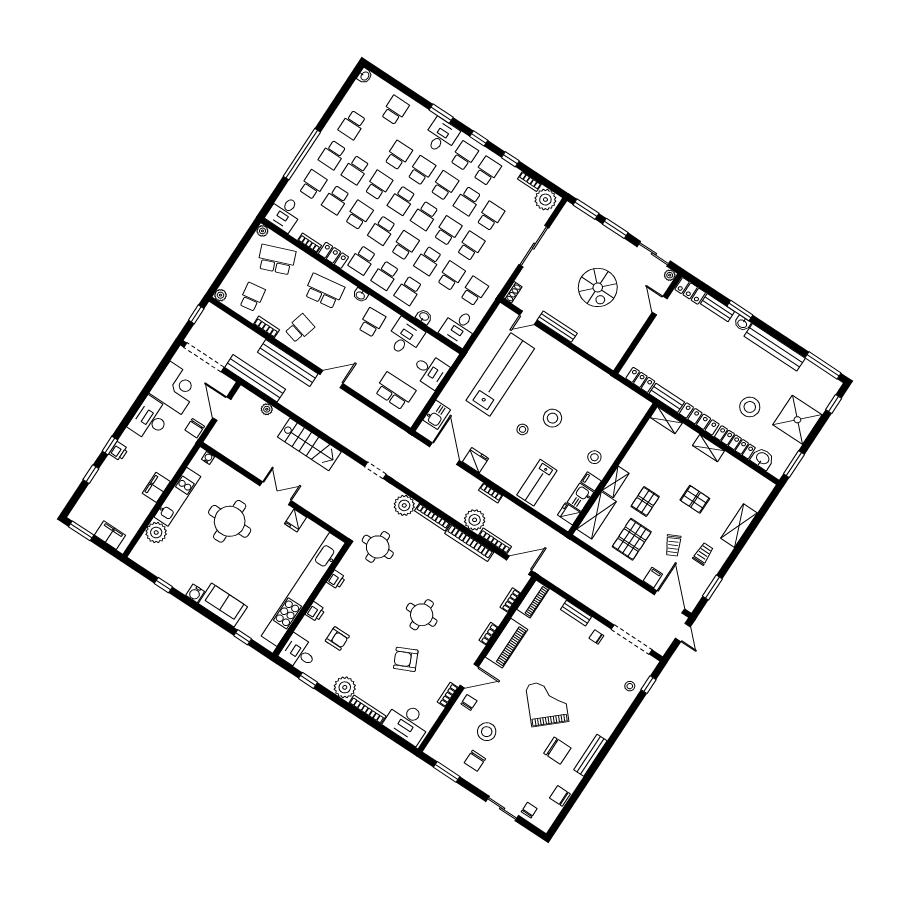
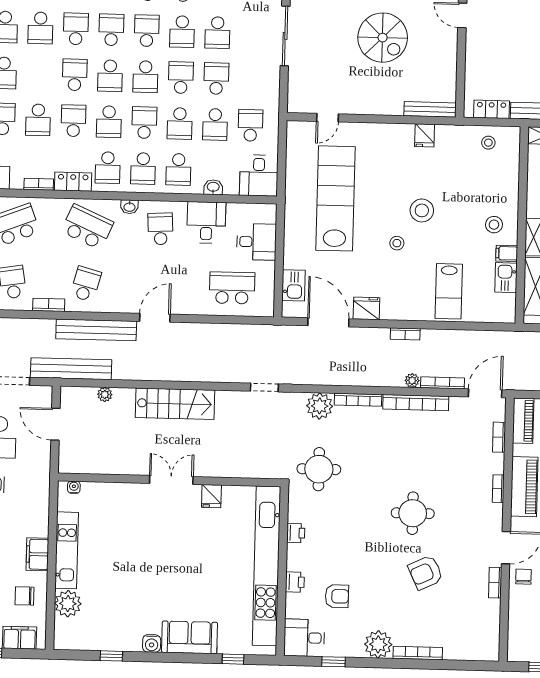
school desk: (356, 170) -> (40, 28), moved
school desk: (491, 216) -> (217, 33), turned 180
school desk: (451, 276) -> (215, 124), turned 180
school desk: (324, 291) -> (87, 227), turned 33
shoe rack: (513, 292) -> (293, 100), removed
bench: (557, 327) -> (430, 109), moved
stool: (624, 401) -> (488, 143), added
chair: (195, 428) -> (25, 596), moved, turned 90
fridge: (569, 514) -> (425, 135), moved, turned -90
plant: (475, 520) -> (412, 380), width x0.53, depth x0.53
round table: (230, 521) -> (140, 542), removed
desk: (407, 723) -> (470, 640), removed

